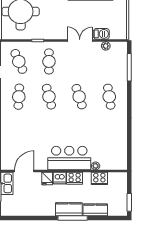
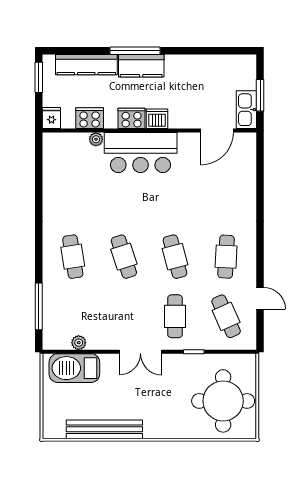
barbecue: (101, 34) -> (74, 368), width x1.88, depth x1.53
double door: (80, 41) -> (140, 352), moved
fridge: (47, 178) -> (51, 118), moved
kitchen counter: (95, 210) -> (86, 65), width x1.50

